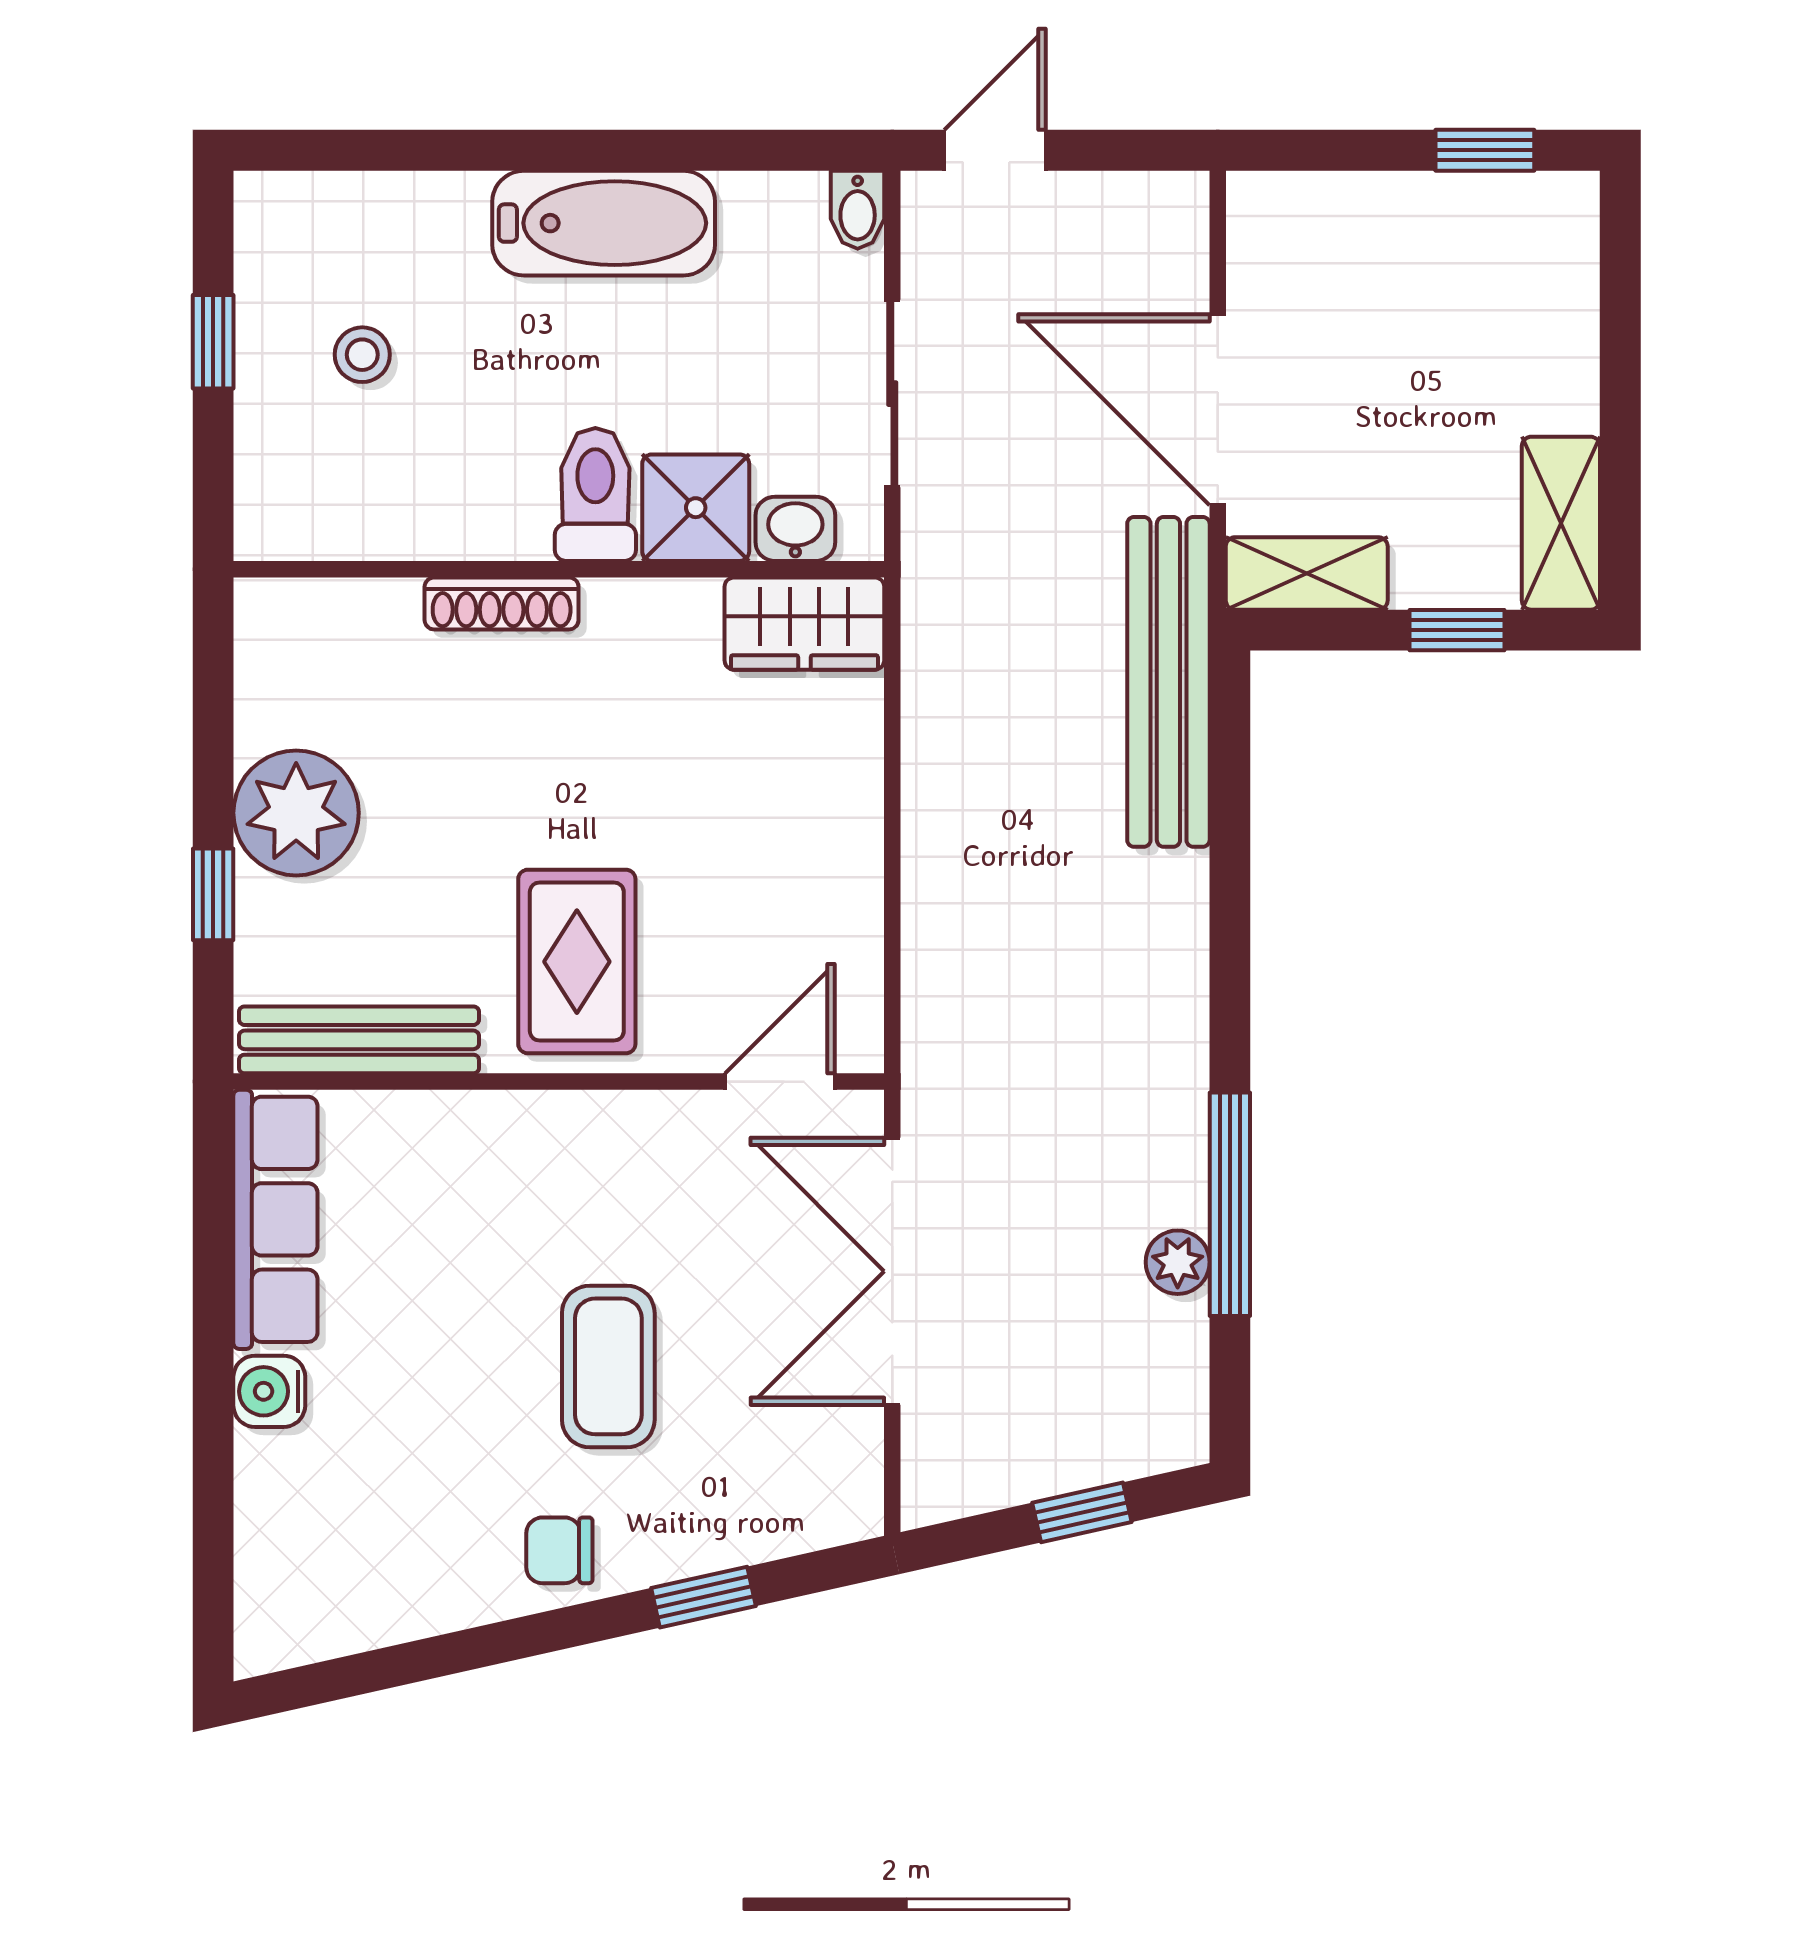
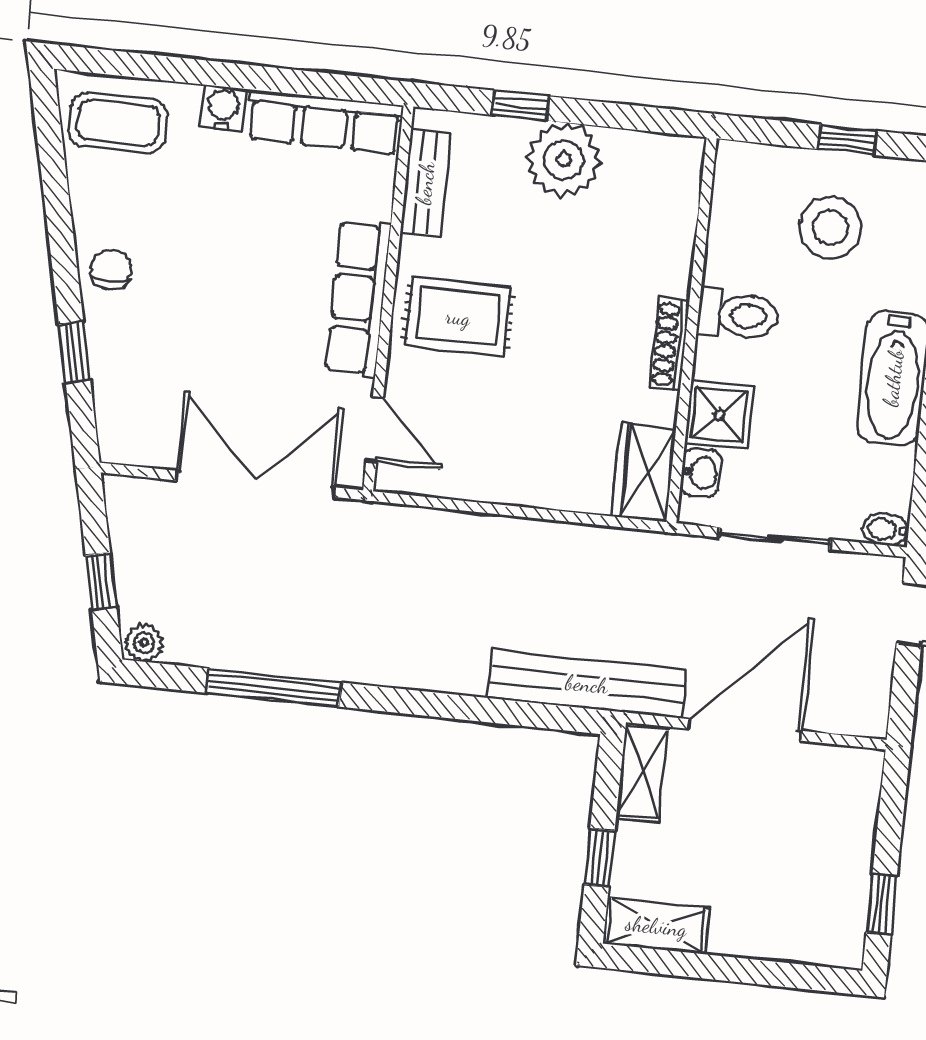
stool: (362, 355) -> (831, 227), width x1.89, depth x1.89
toilet: (595, 494) -> (738, 315), moved
shoe rack: (502, 603) -> (669, 345), moved
bench: (359, 1040) -> (425, 183), width x0.73
row of seats: (564, 1132) -> (358, 298), added
plant: (1178, 1262) -> (144, 643), moved
coffee table: (608, 1366) -> (118, 123), moved

